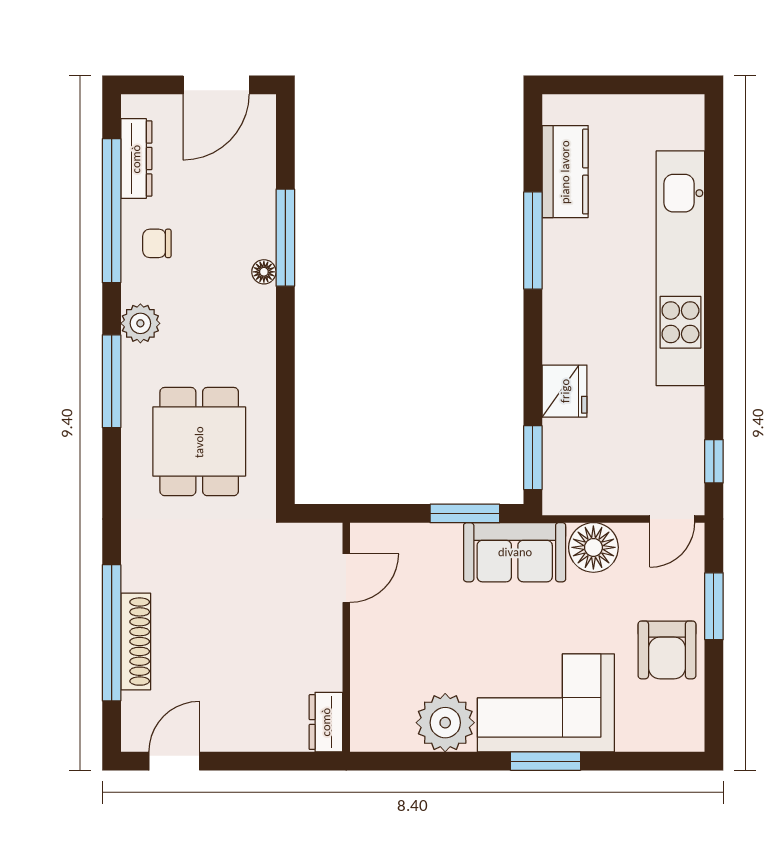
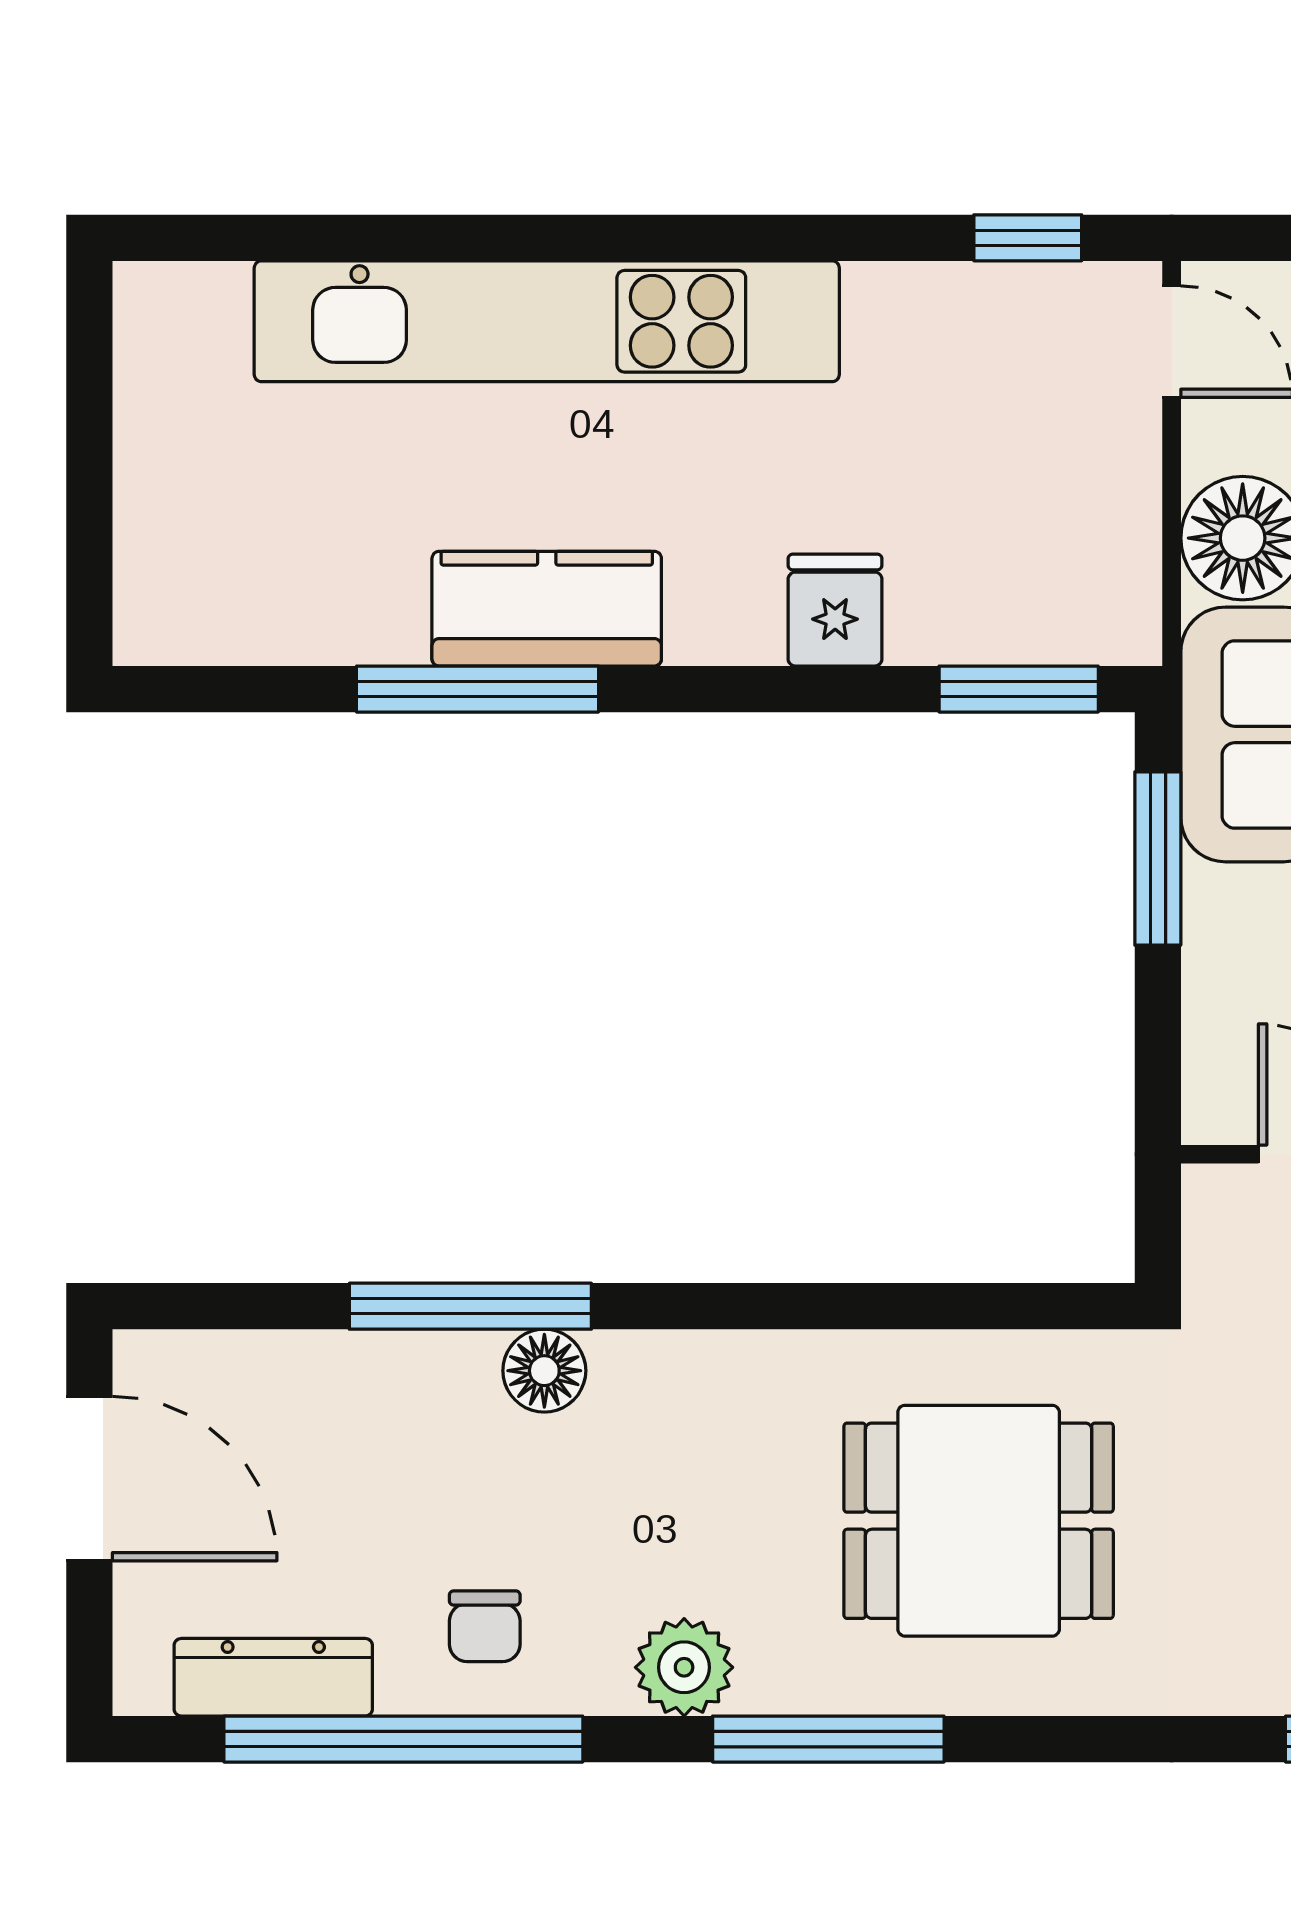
kitchen counter: (565, 172) -> (547, 609), moved
floor lamp: (264, 272) -> (544, 1371), width x1.37, depth x1.37
fridge: (565, 391) -> (835, 610), width x0.72

